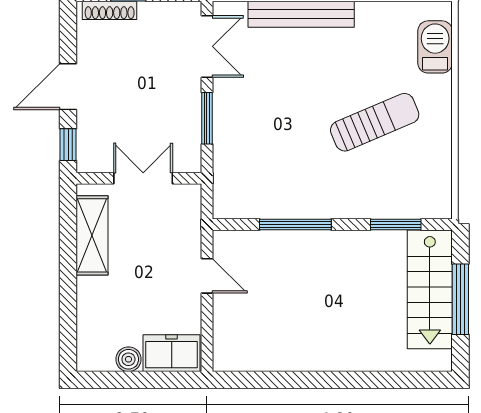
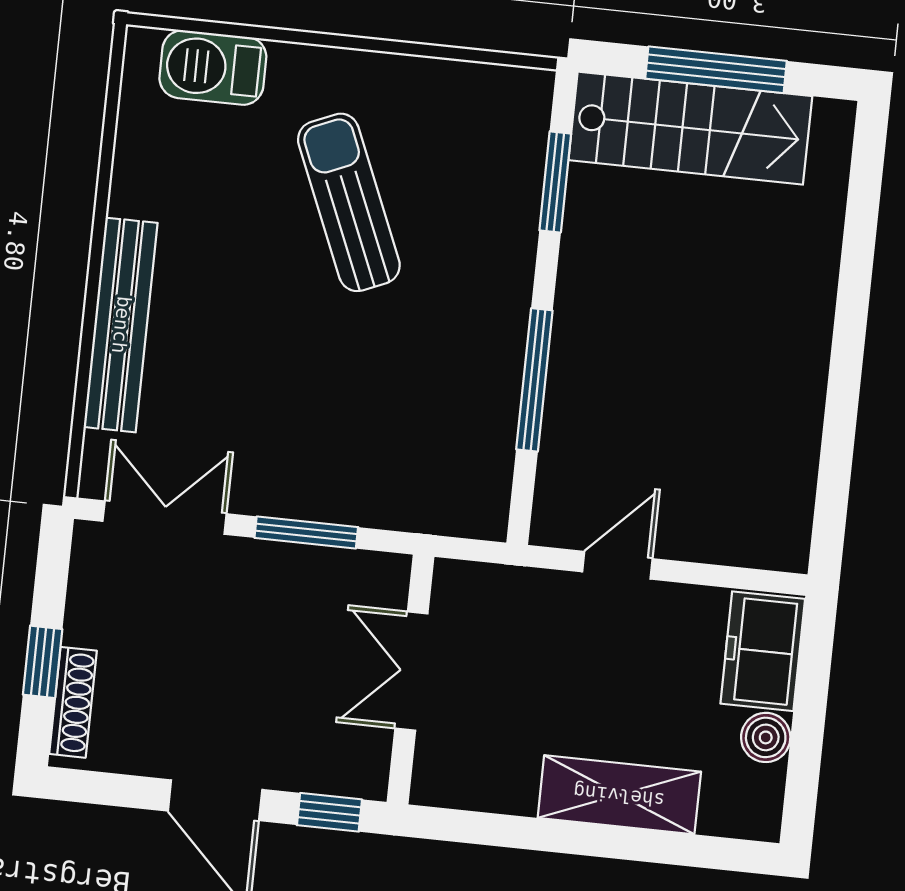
shelving: (92, 235) -> (619, 795), moved

